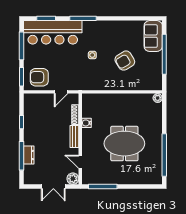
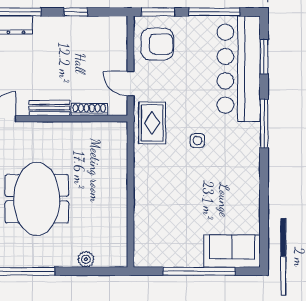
armchair: (125, 61) -> (187, 200), removed
armchair: (39, 77) -> (157, 44), turned 90
rug: (83, 80) -> (152, 123), added
plant: (158, 98) -> (86, 259), moved
water cooler: (87, 123) -> (74, 130), removed

